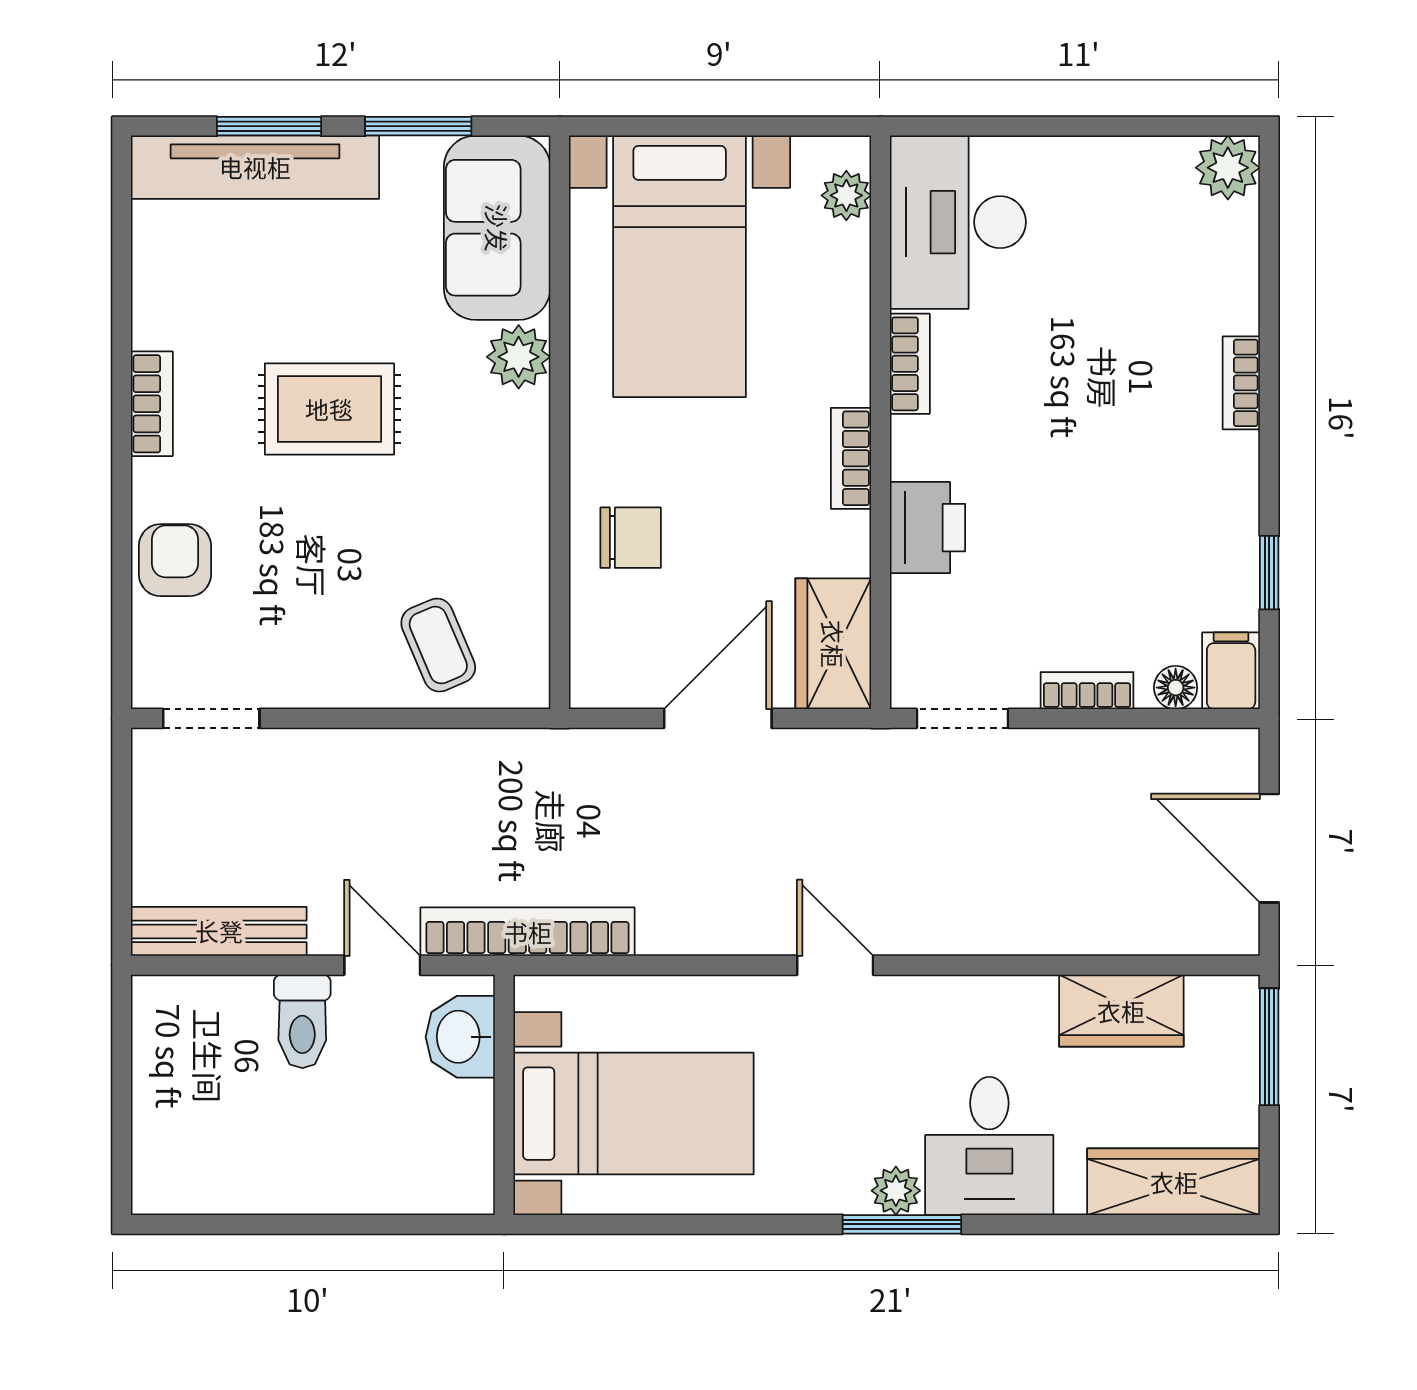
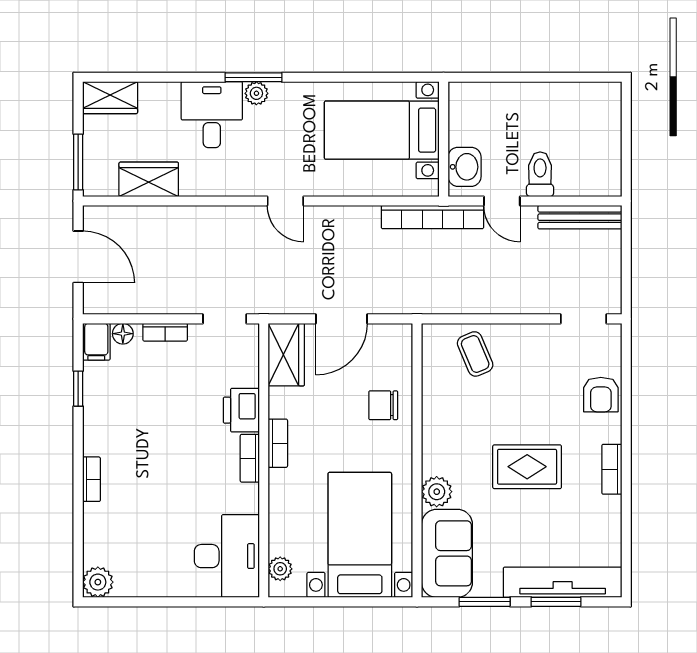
bookcase: (910, 364) -> (250, 458), moved
wardrobe: (1174, 1182) -> (110, 98), width x0.67

